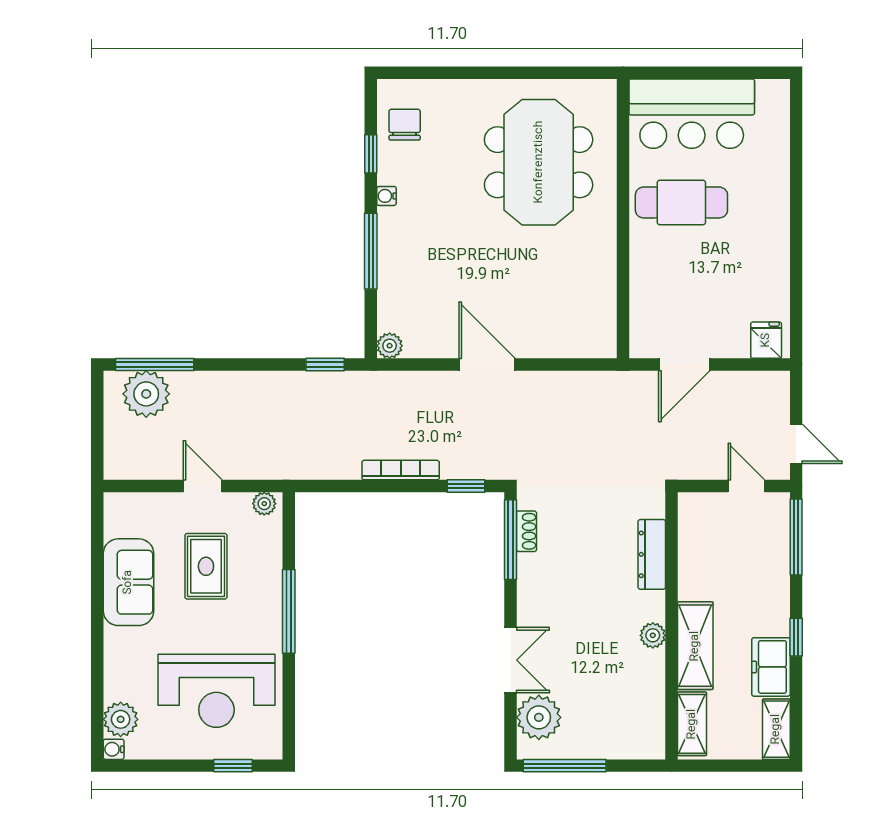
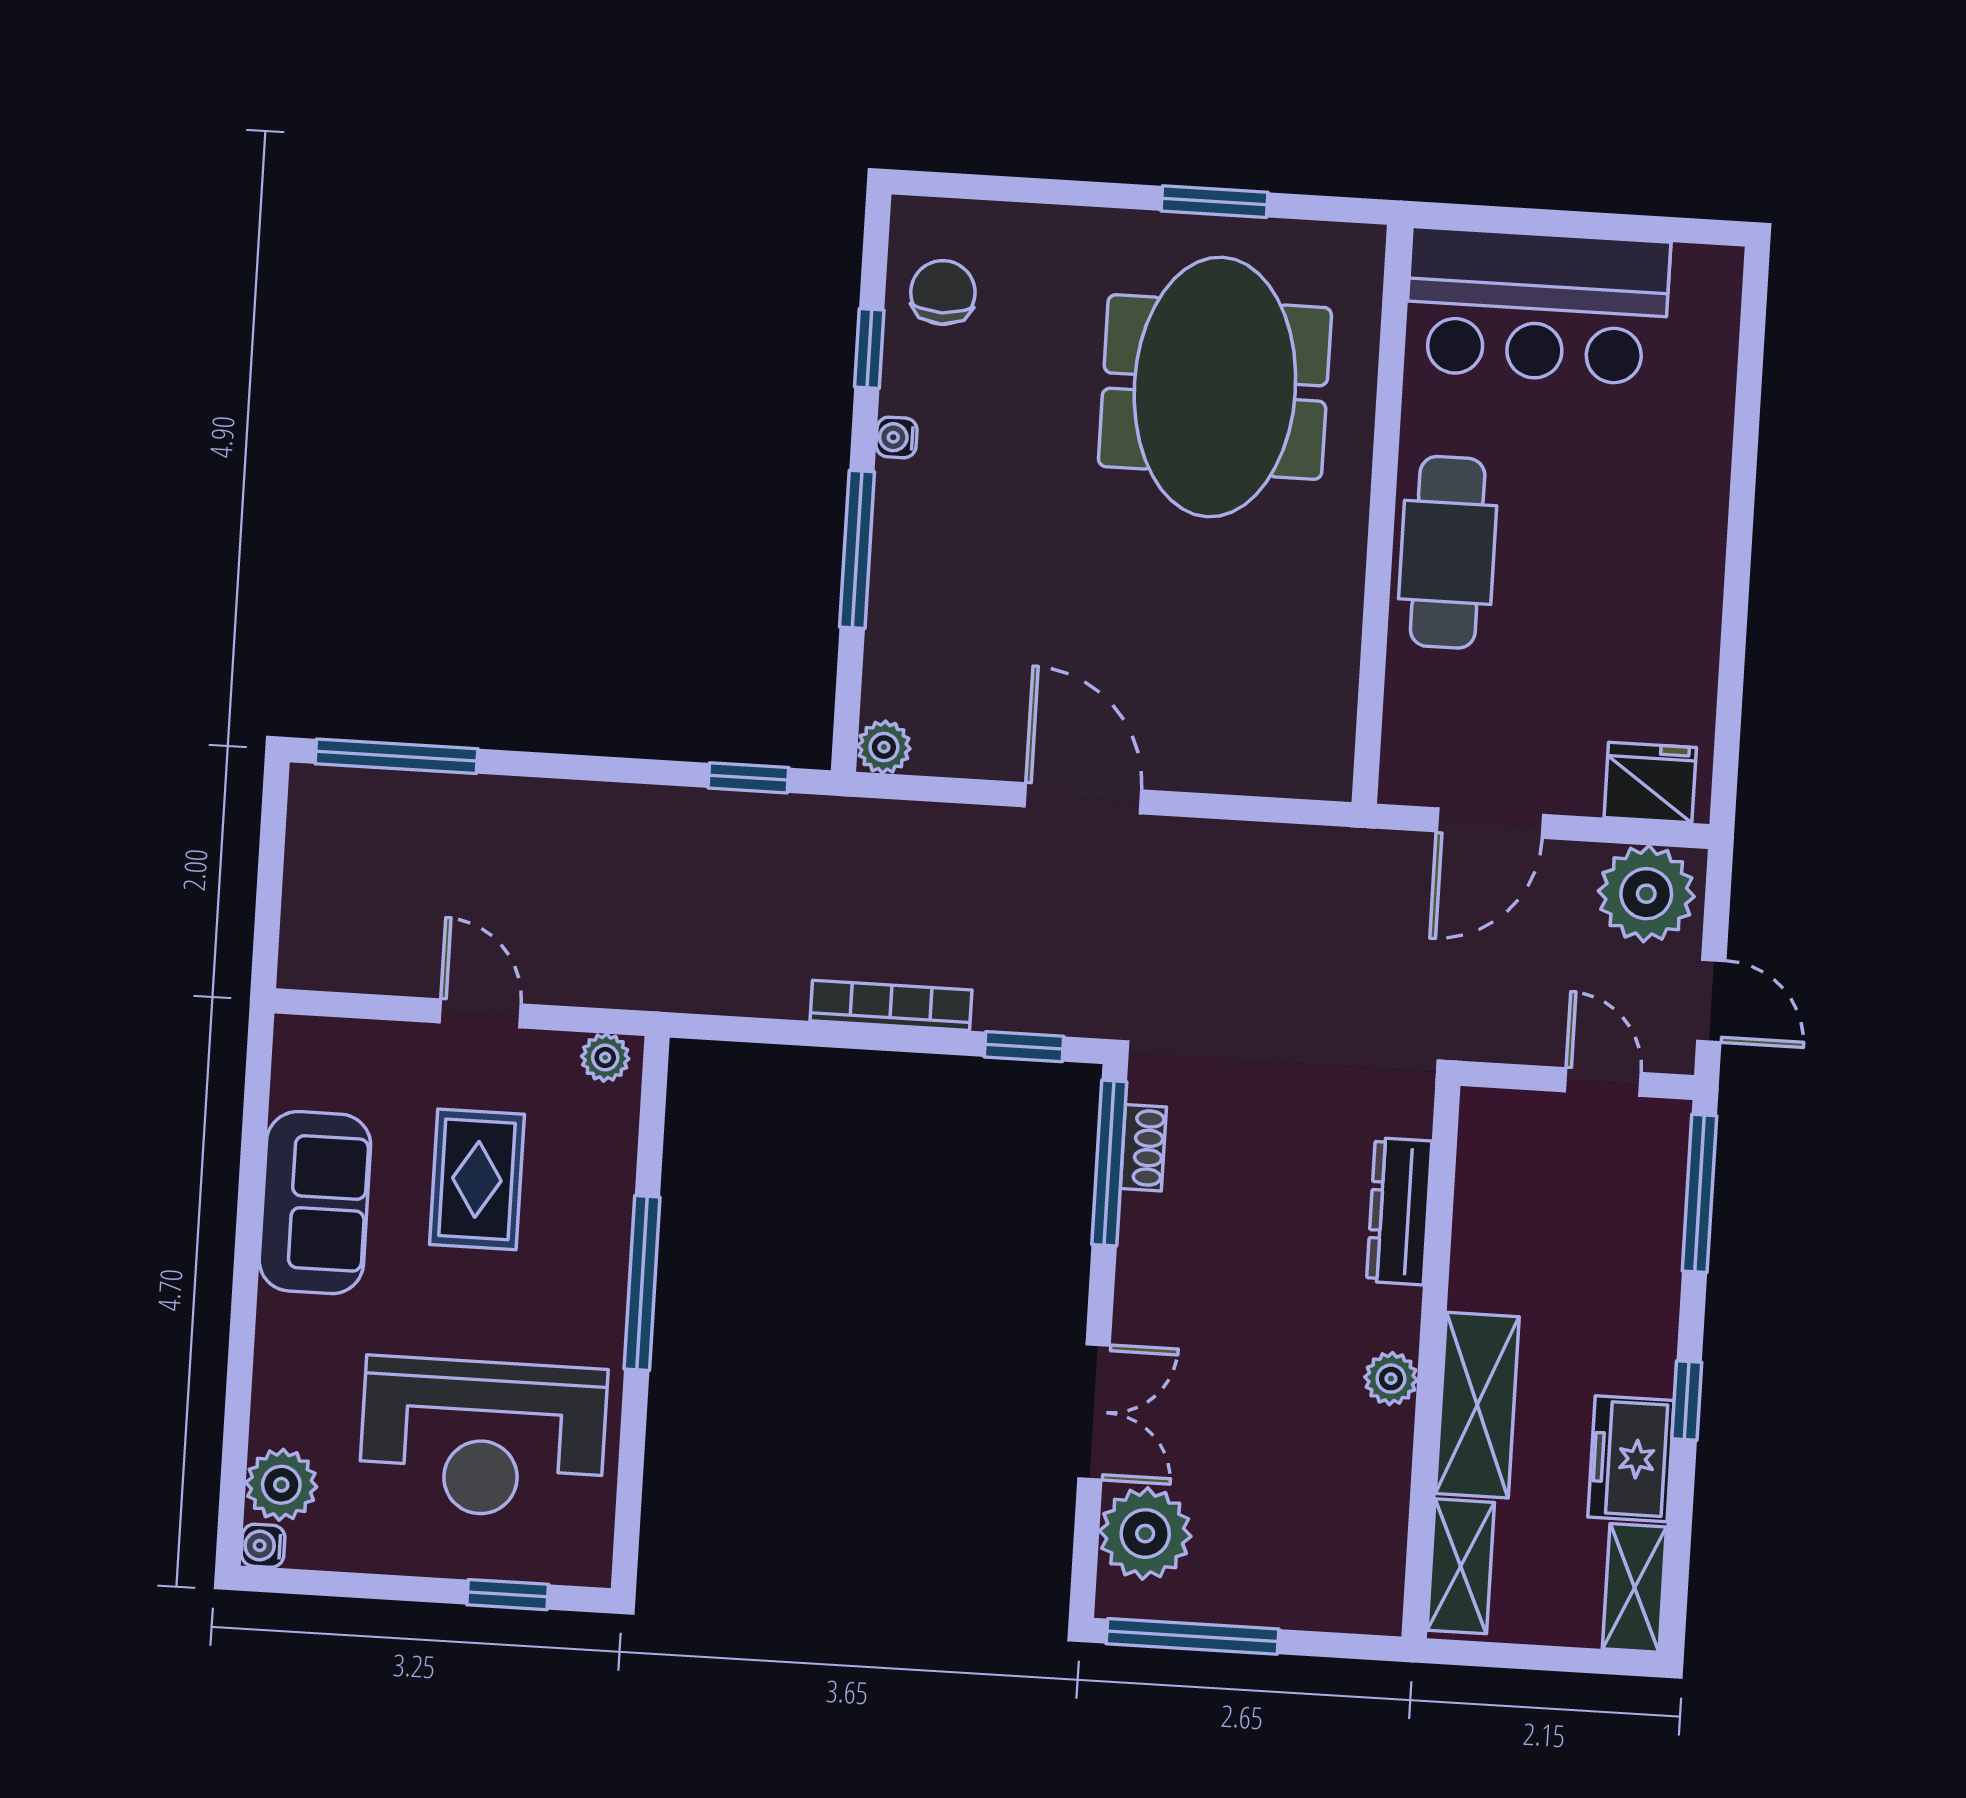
window: (533, 73) -> (1215, 202), added
cafe table: (681, 202) -> (1448, 552), moved, turned 90
fridge: (766, 340) -> (1650, 782), width x1.38
plant: (146, 394) -> (1646, 894), moved

